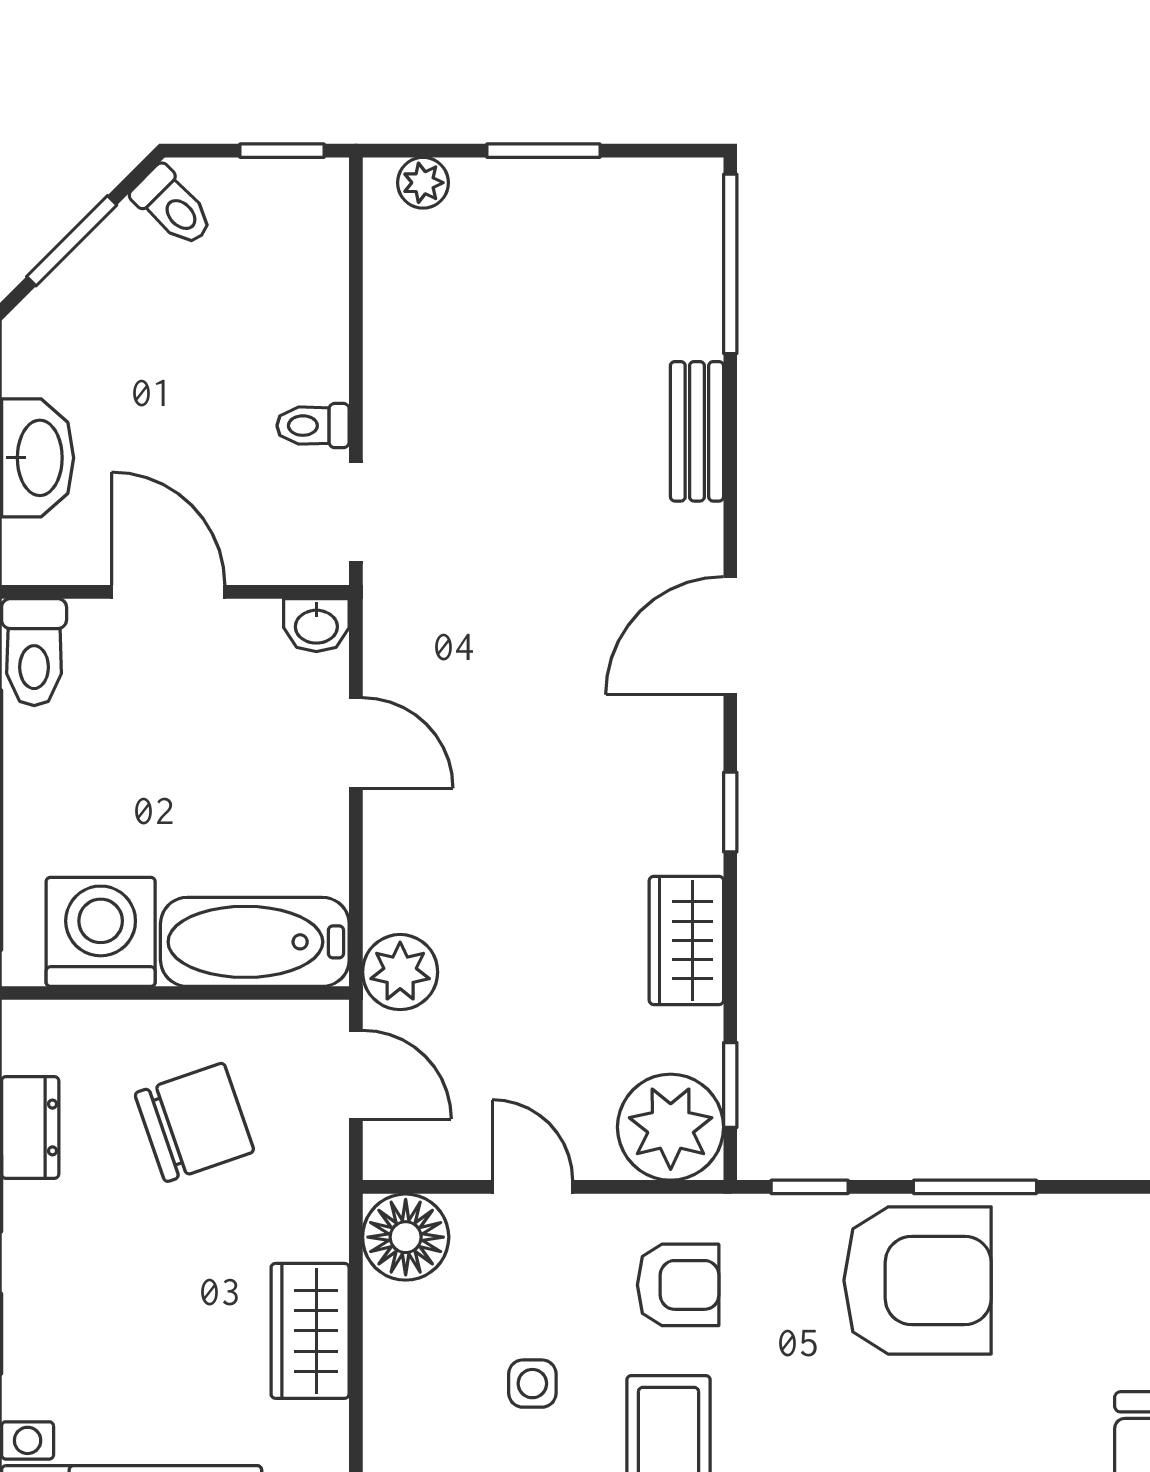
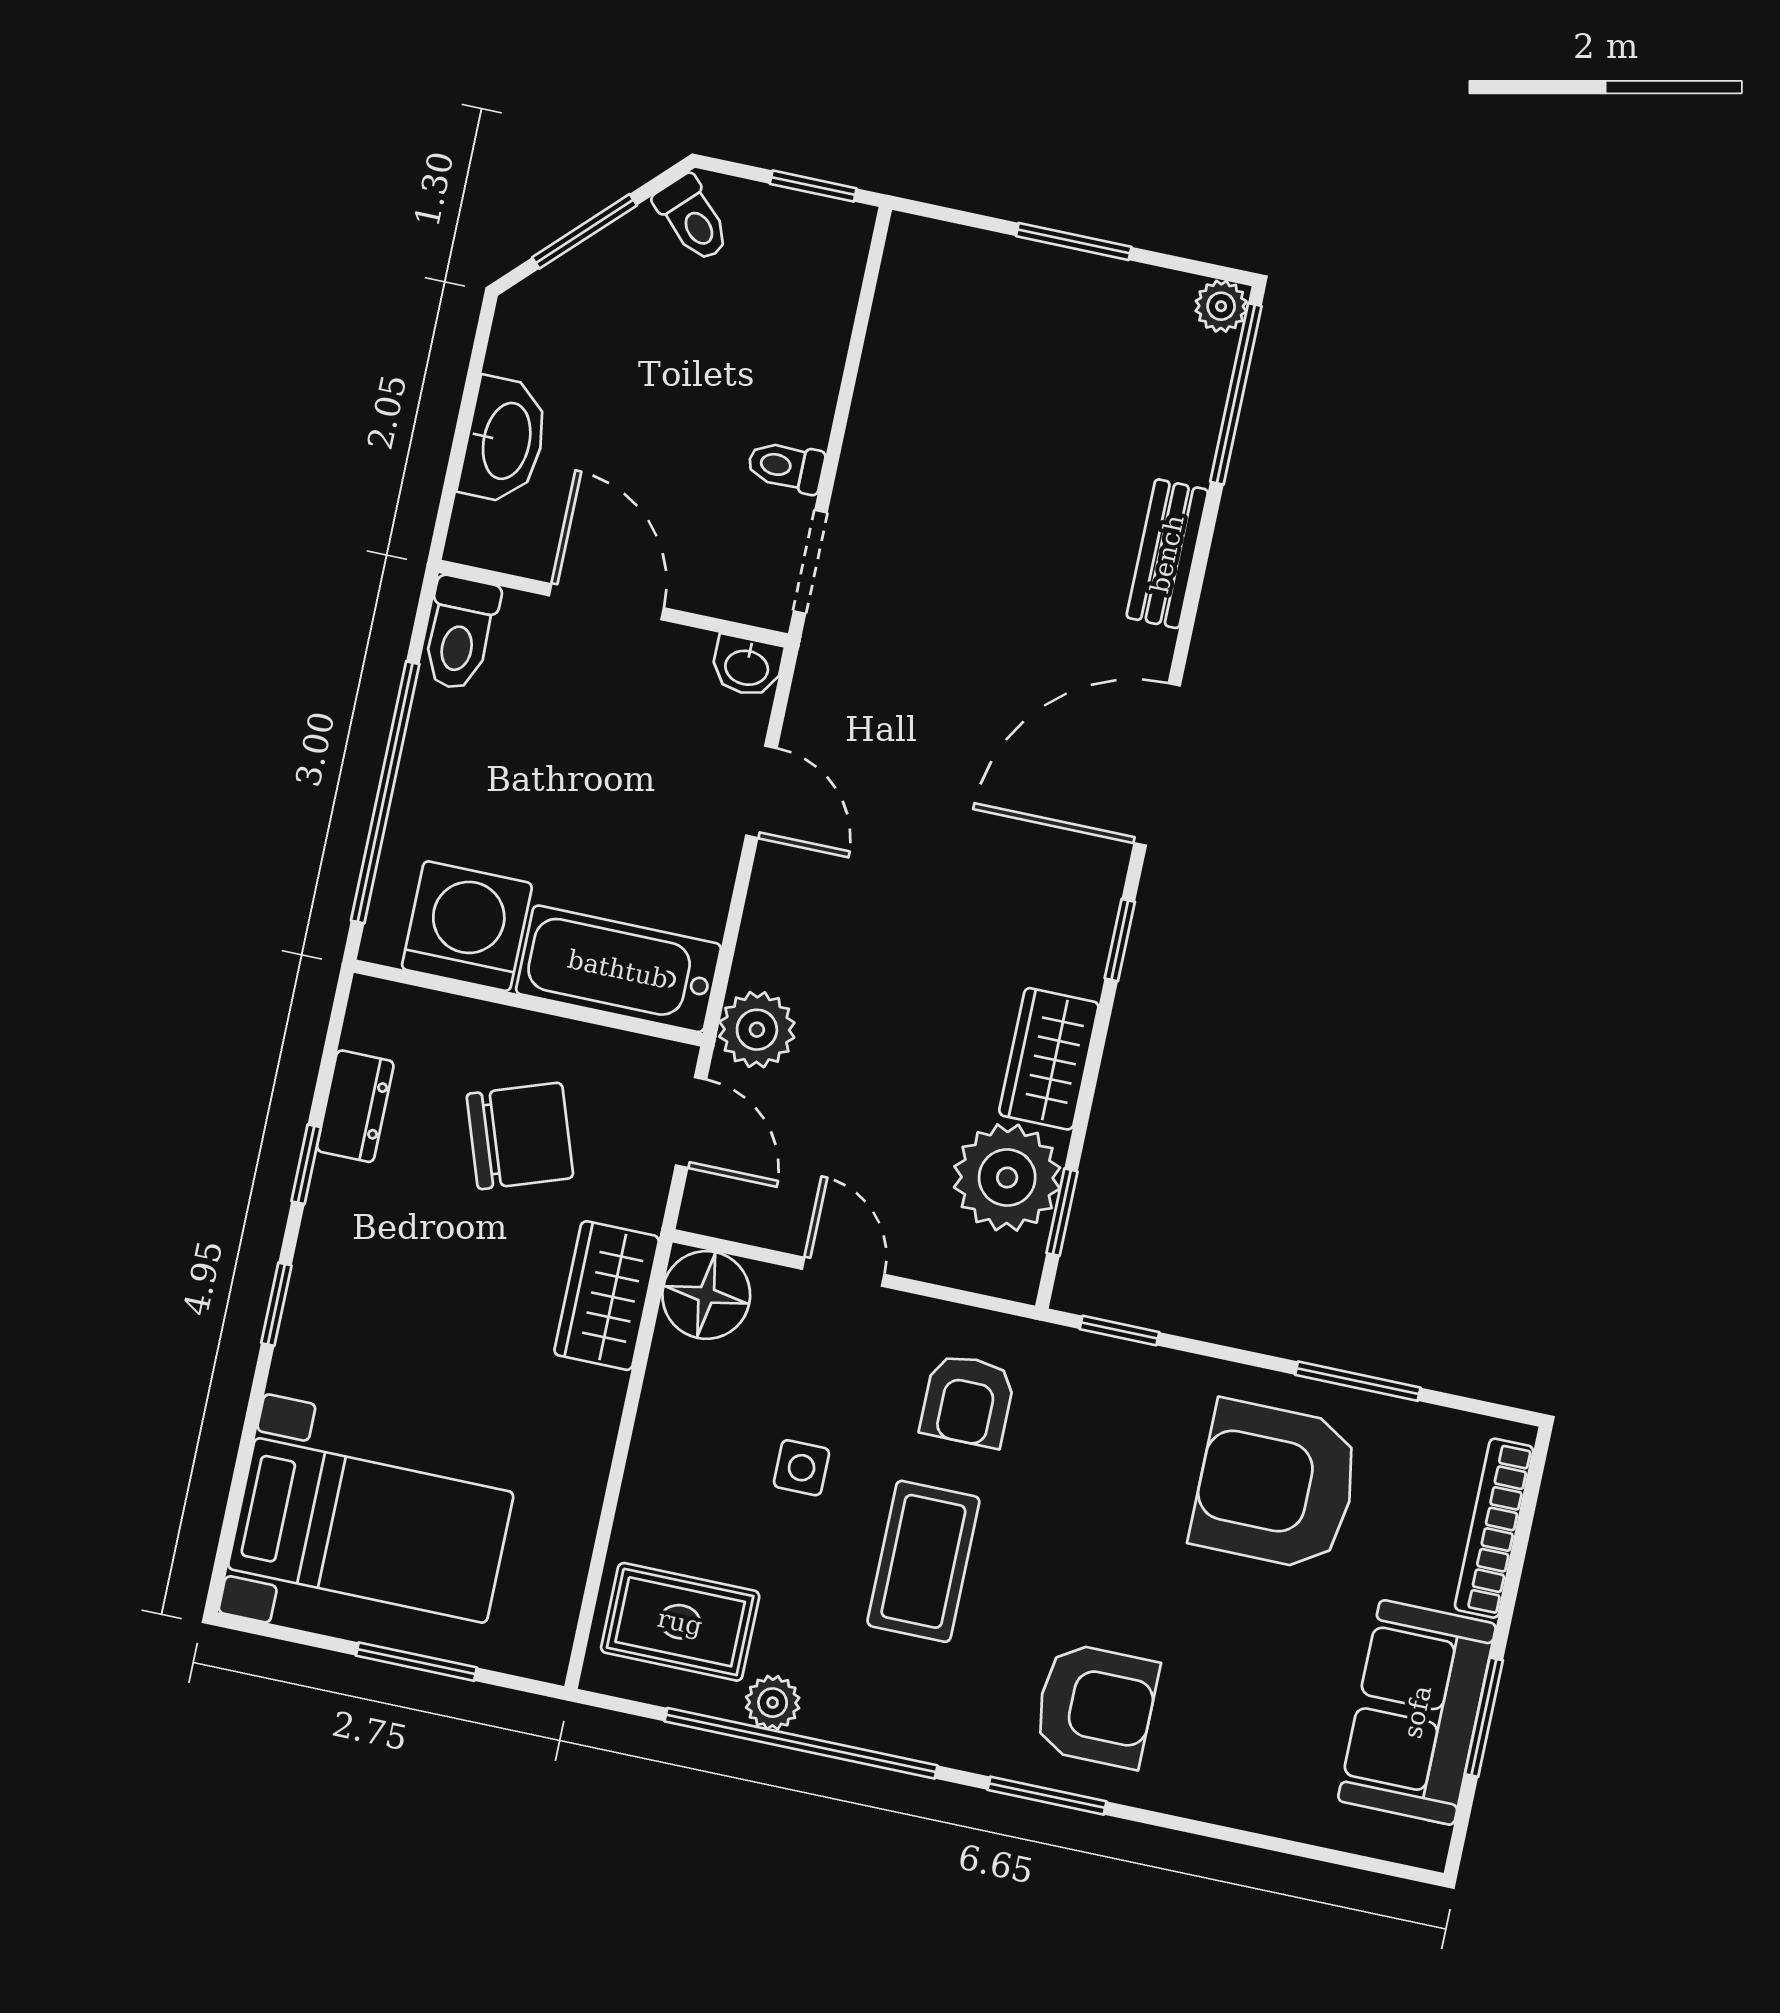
plant: (423, 183) -> (1221, 306), moved
door: (730, 636) -> (1157, 764), width x1.36
plant: (671, 1127) -> (1007, 1177), moved
window: (975, 1187) -> (1358, 1381), moved
armchair: (918, 1280) -> (1276, 1485), moved, turned 180
armchair: (678, 1285) -> (968, 1400), turned 90
wardrobe: (310, 1331) -> (607, 1296), moved

